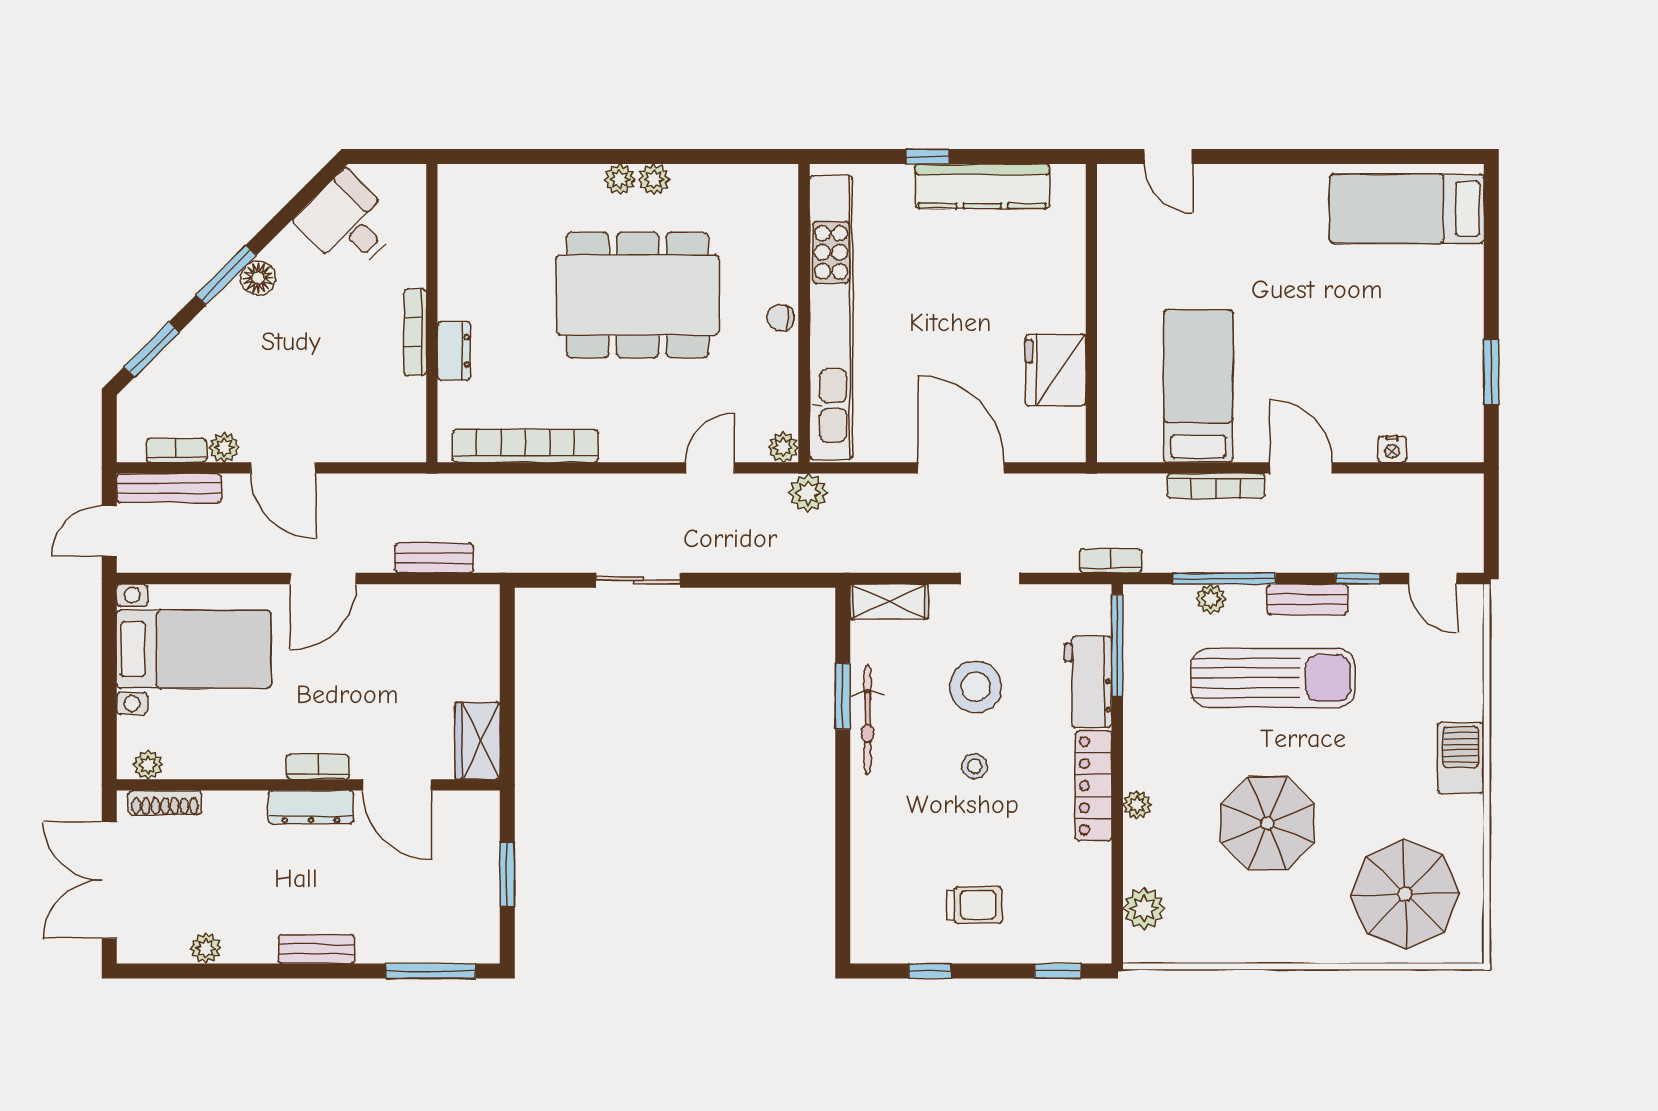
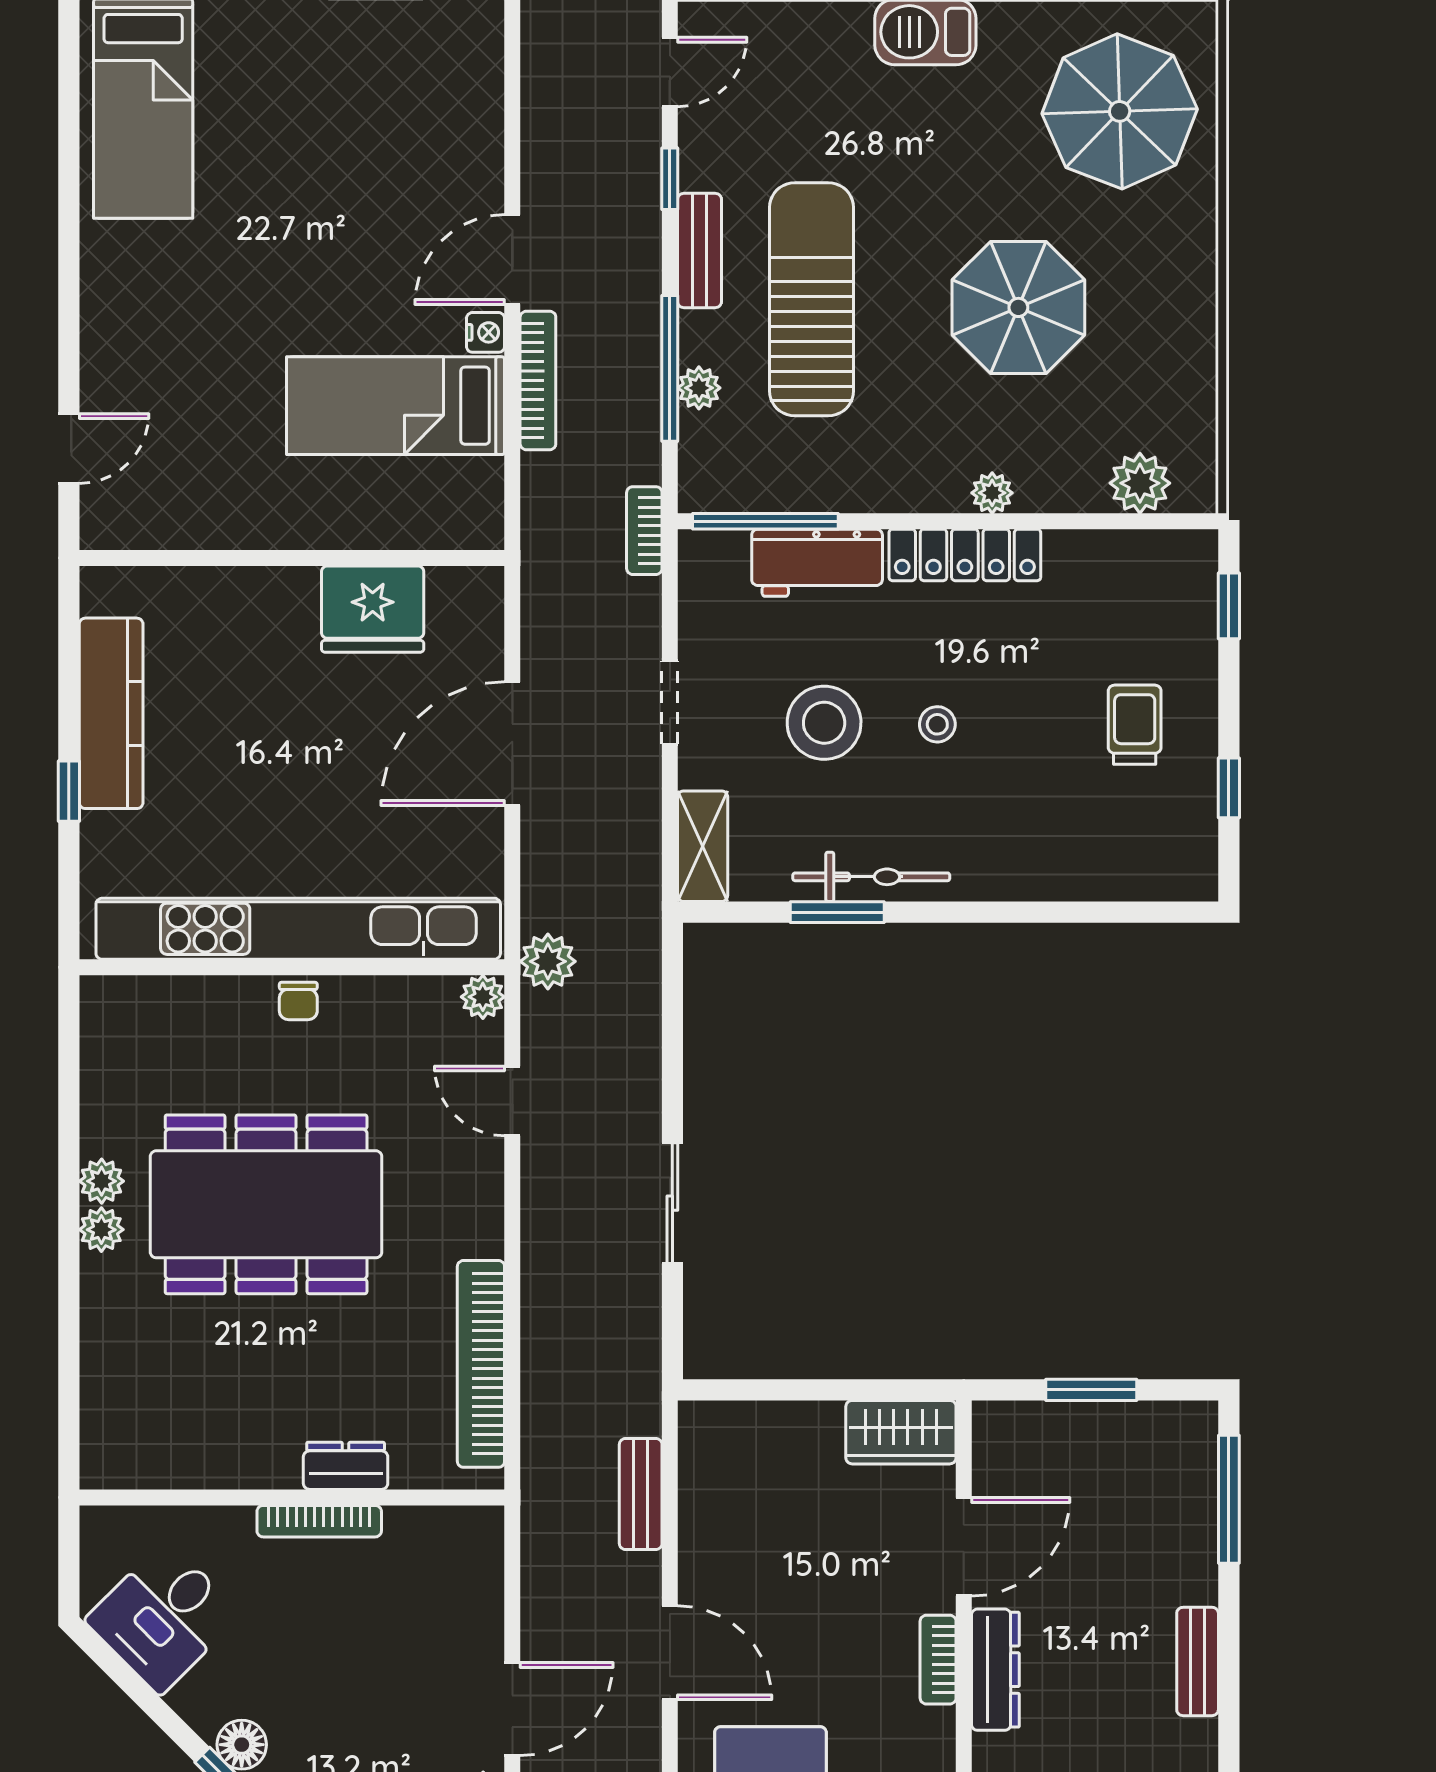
dining table: (638, 295) -> (266, 1204), turned 90
nightstand: (1392, 449) -> (486, 332), moved

